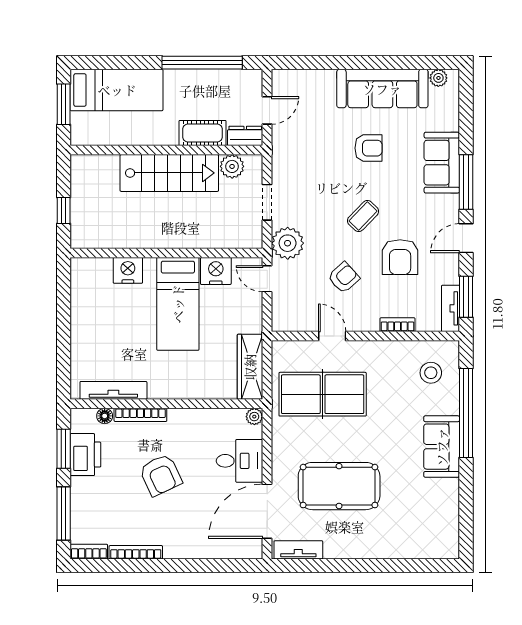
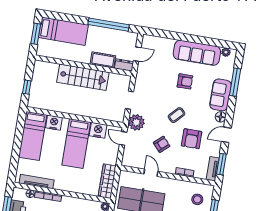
plant: (232, 166) -> (115, 79), removed
window: (466, 182) -> (235, 82), moved
floor lamp: (449, 205) -> (221, 117), added
bed: (91, 303) -> (33, 136), added

